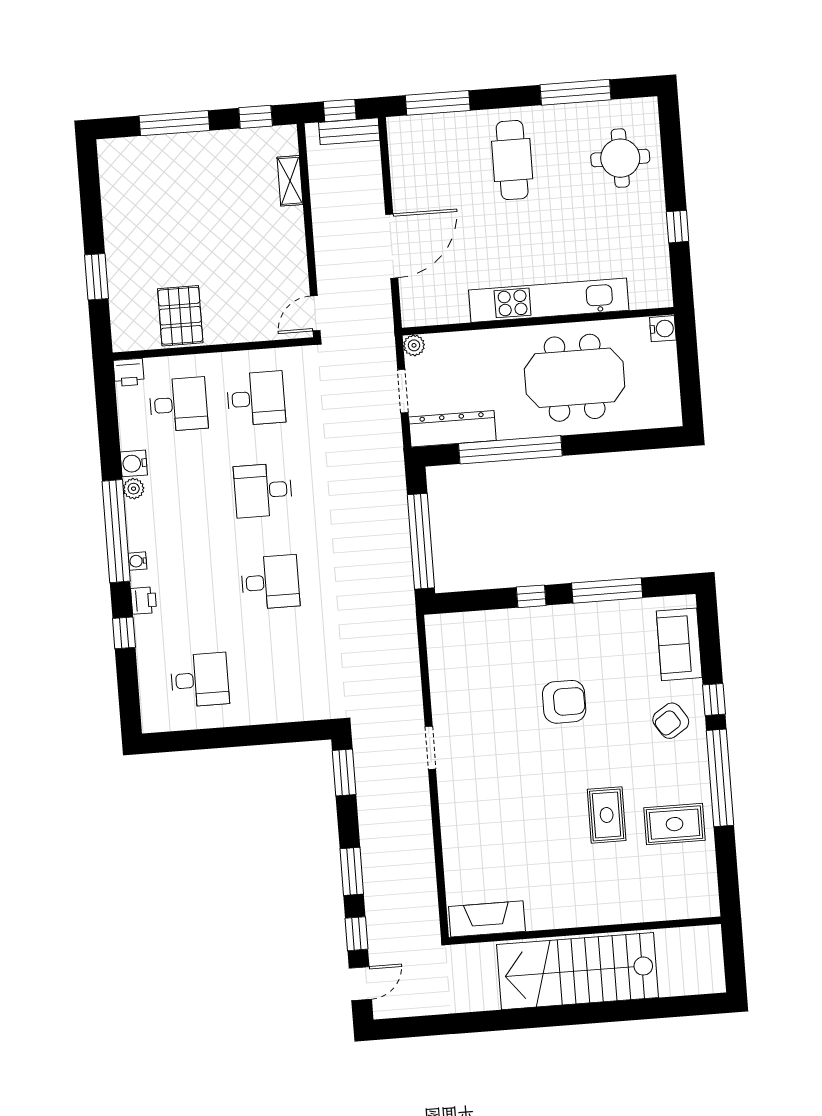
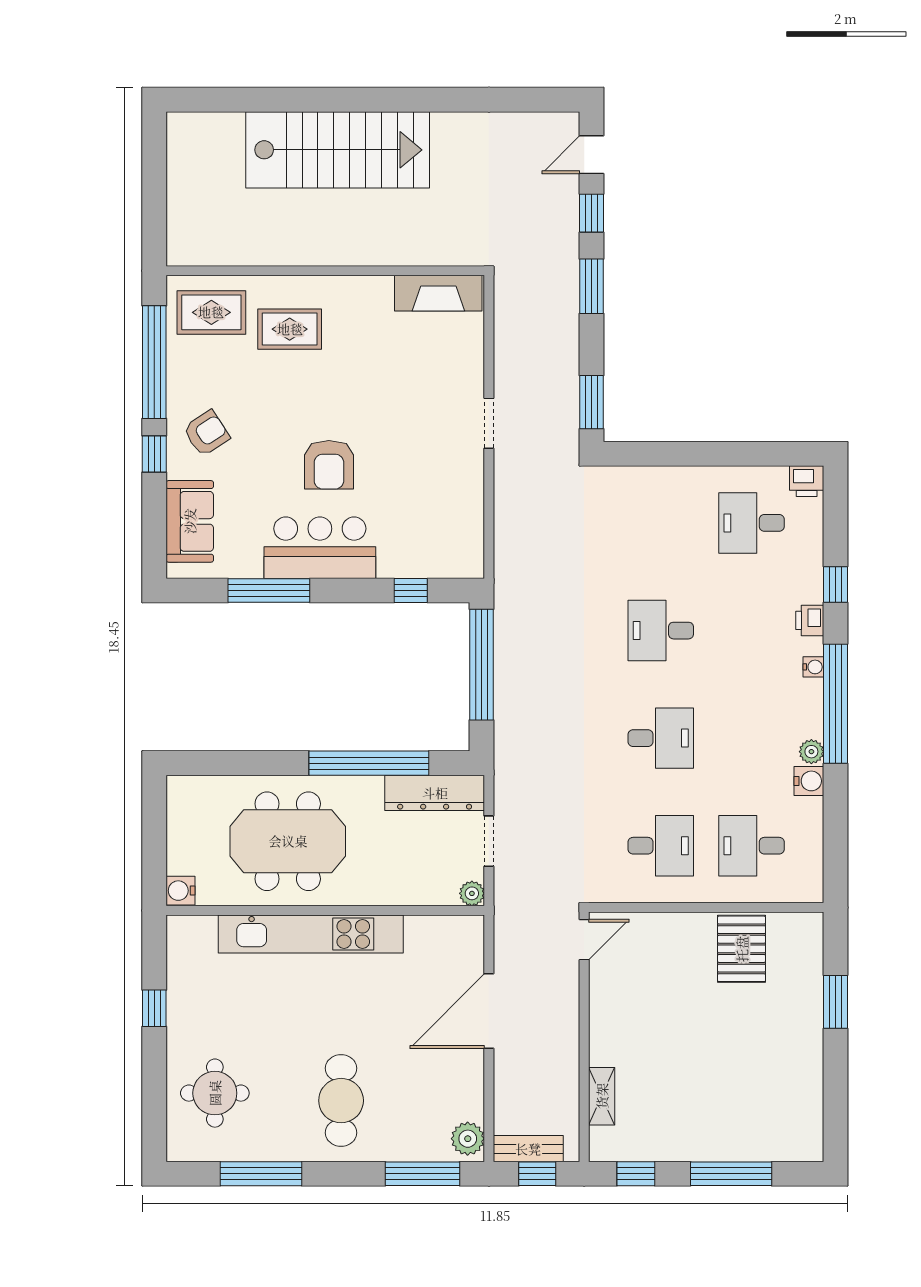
plant: (401, 136) -> (468, 1139), added
printer: (129, 372) -> (807, 481), moved, turned 180
desk: (256, 398) -> (661, 846), turned 180
window: (531, 596) -> (411, 591), moved
bar counter: (566, 630) -> (320, 548), added
armchair: (564, 702) -> (329, 465), turned -90
rug: (607, 815) -> (290, 329), turned 90
fireplace: (487, 919) -> (438, 293), moved
wall: (585, 931) -> (325, 271), moved

